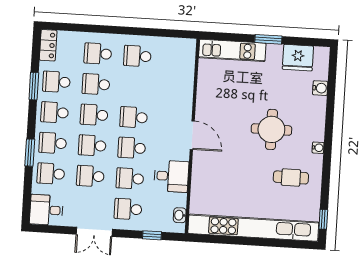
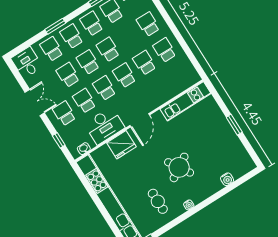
kitchen unit: (232, 50) -> (186, 101), moved, turned -90
fridge: (298, 58) -> (121, 145), moved, turned -90
school desk: (96, 84) -> (144, 63), moved
round table: (271, 129) -> (179, 167), turned -32
desk: (171, 176) -> (104, 126), width x1.37
double door: (94, 232) -> (35, 102), swing flipped

